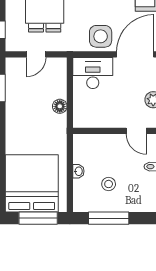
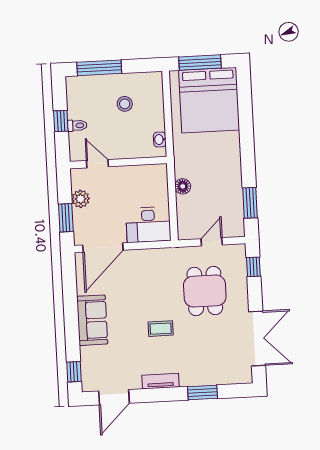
side table: (101, 36) -> (142, 265), removed
washbasin: (78, 171) -> (160, 140), moved
window: (109, 218) -> (99, 68), moved

